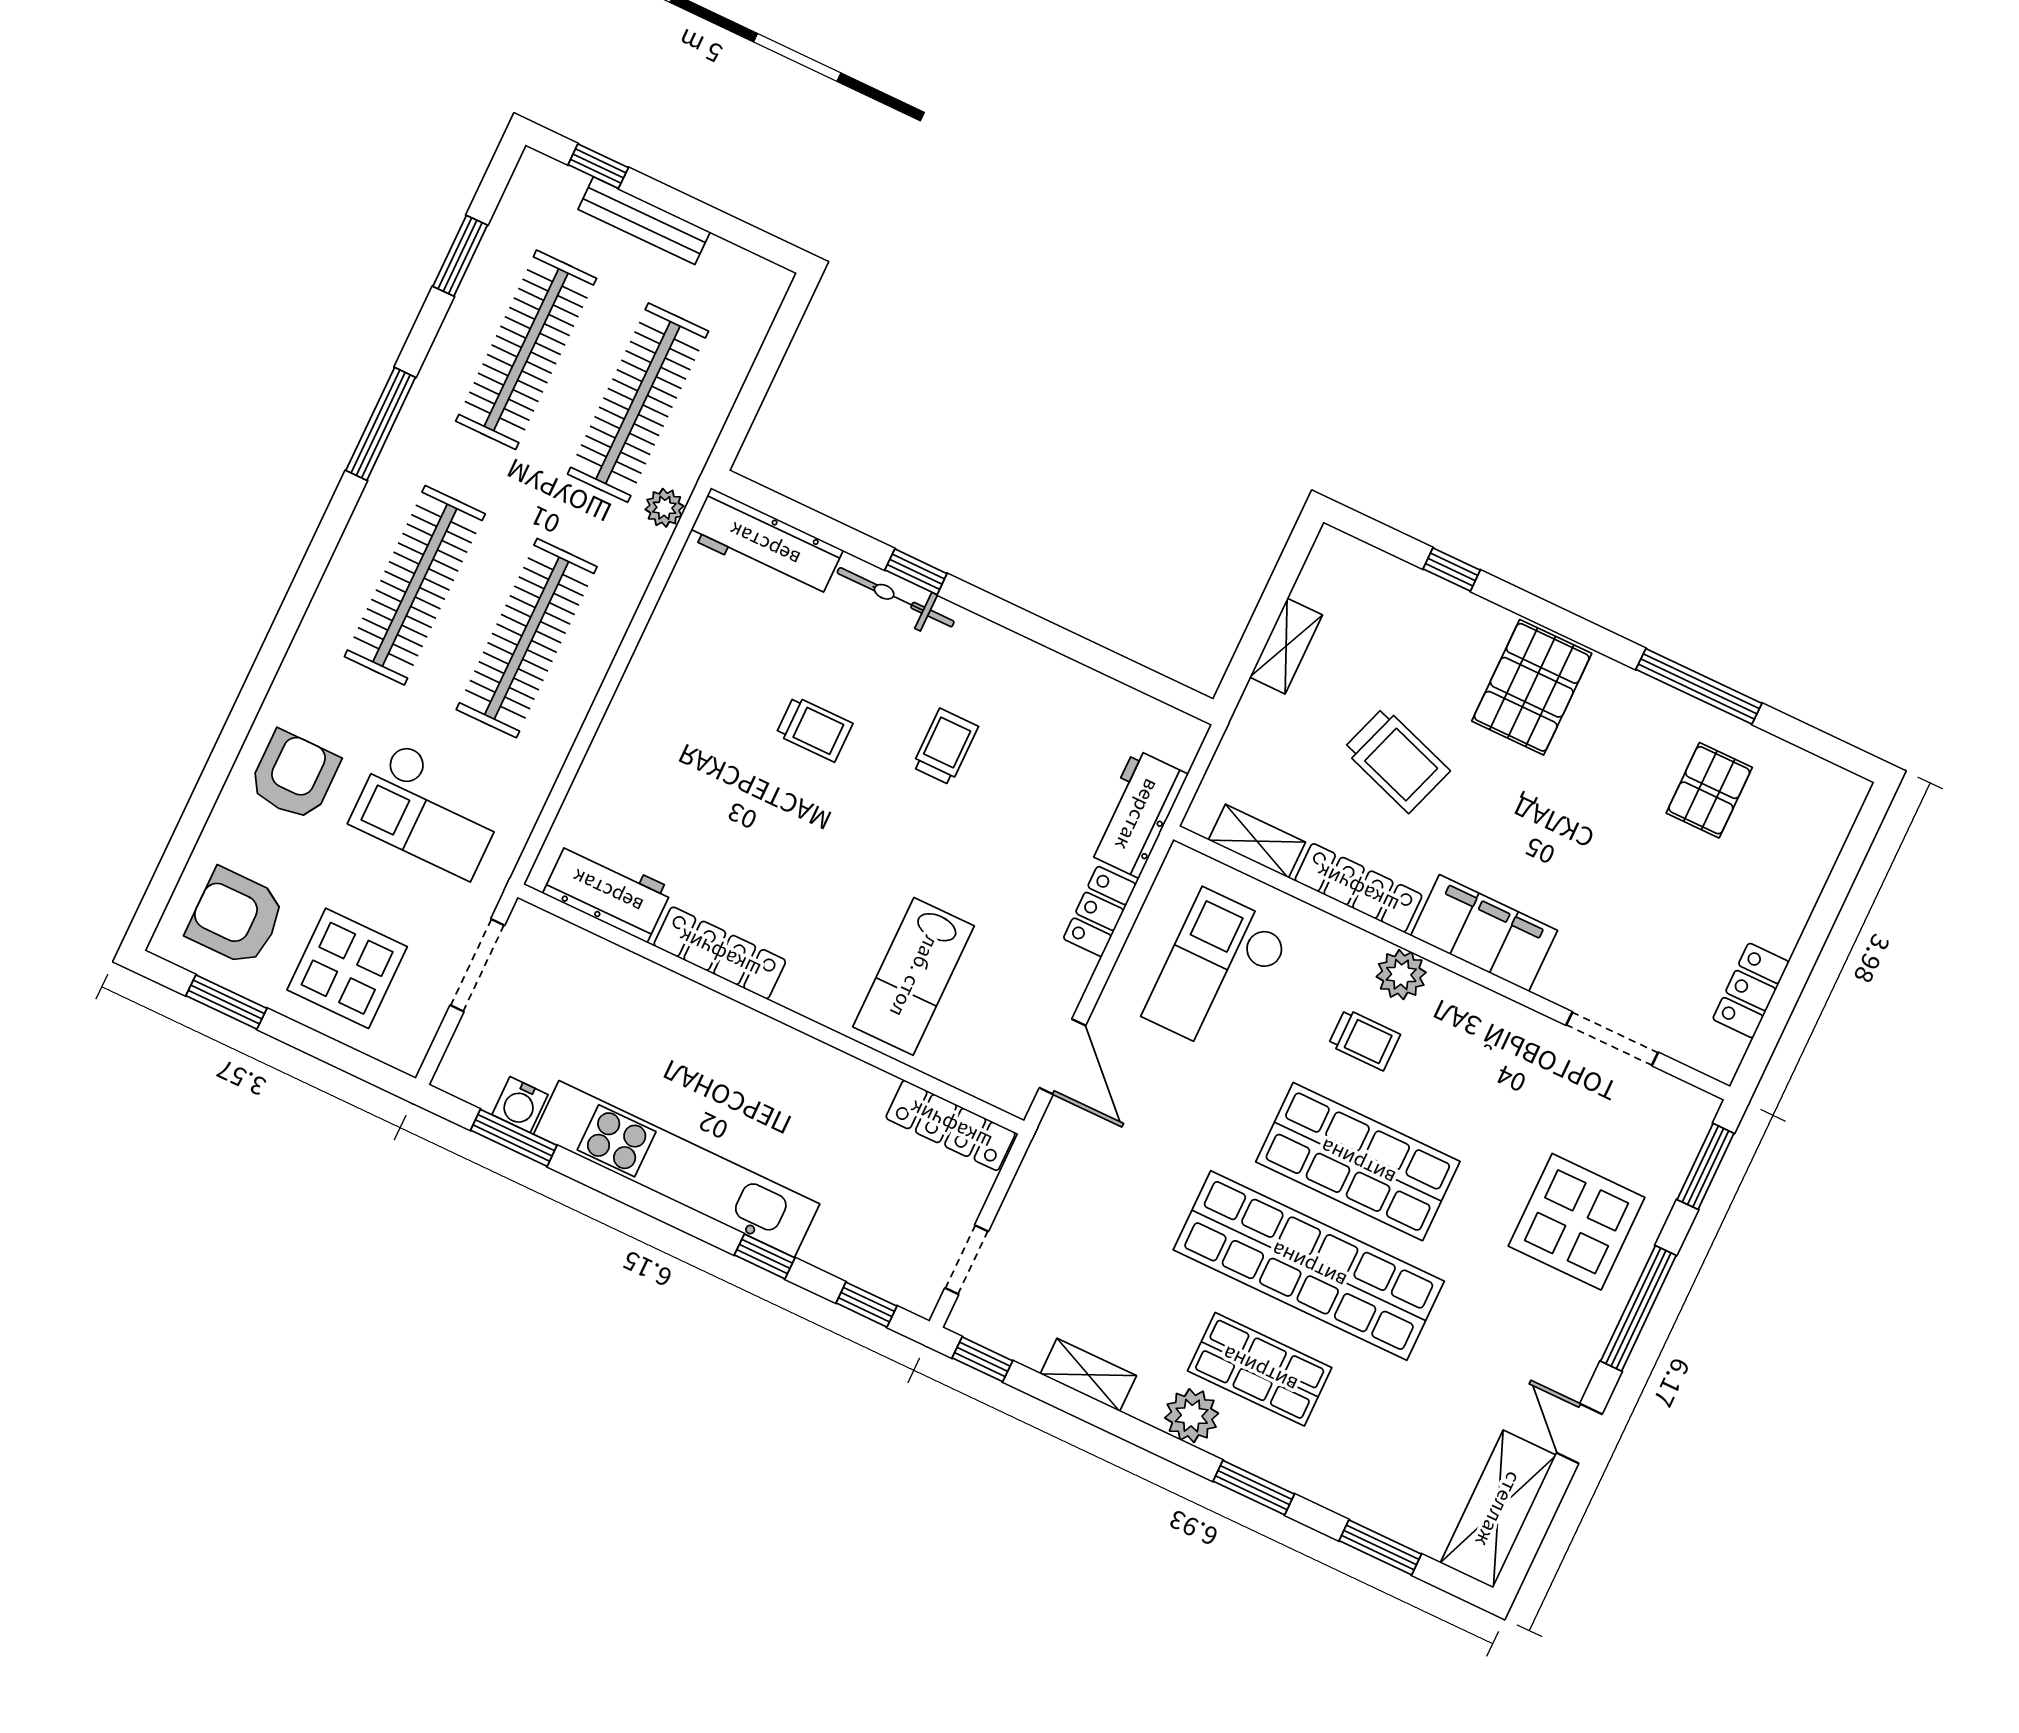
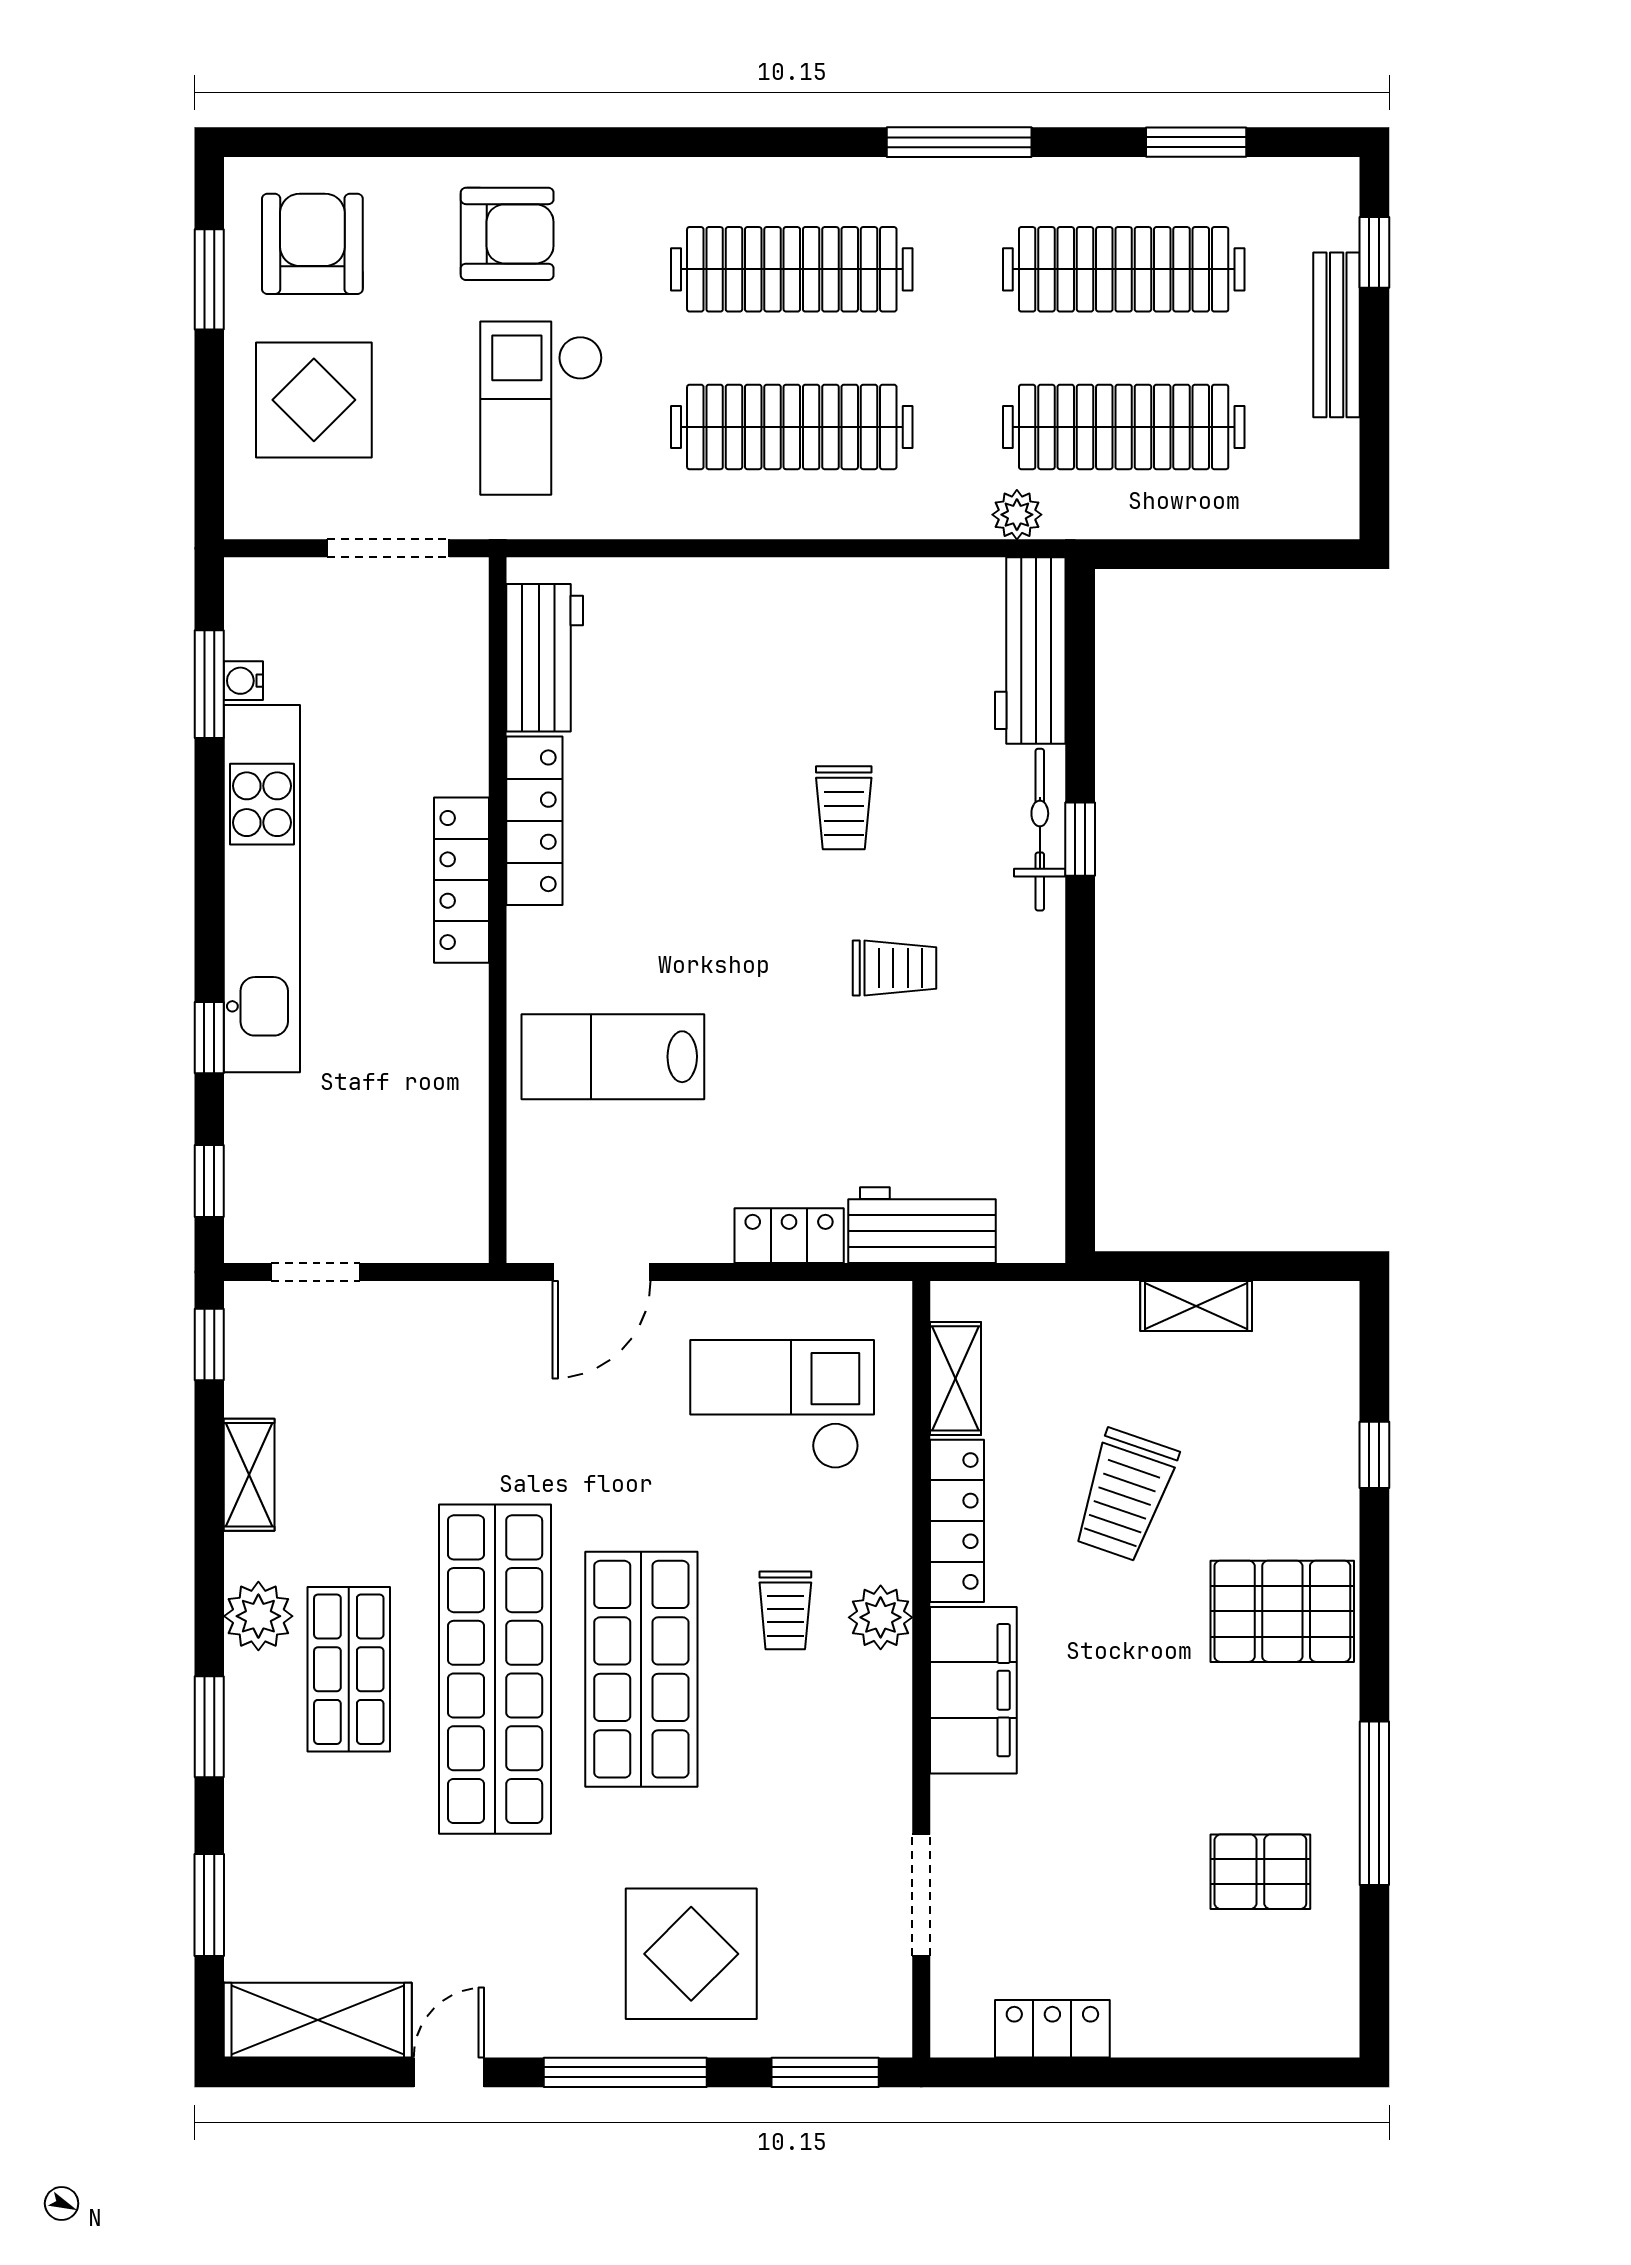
water cooler: (520, 1105) -> (243, 681), width x0.72, depth x0.72
locker: (951, 1125) -> (461, 880), moved

